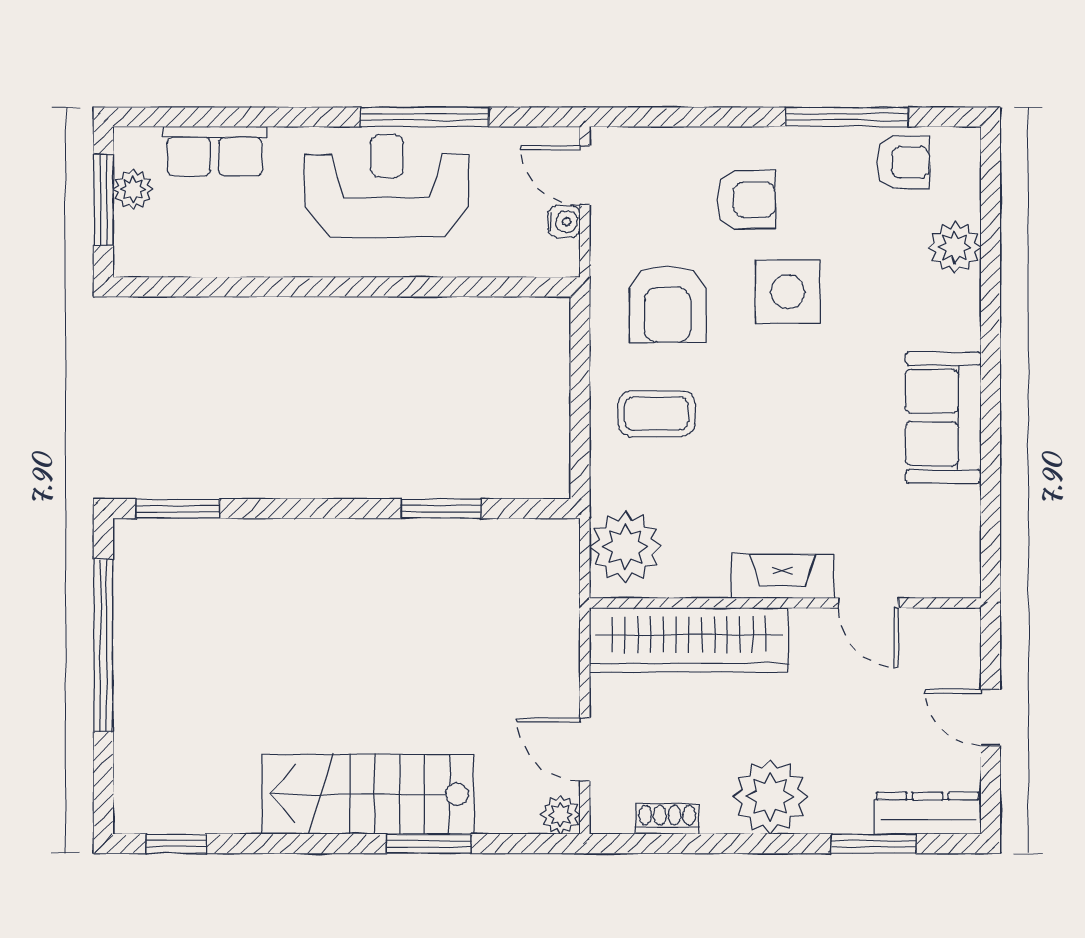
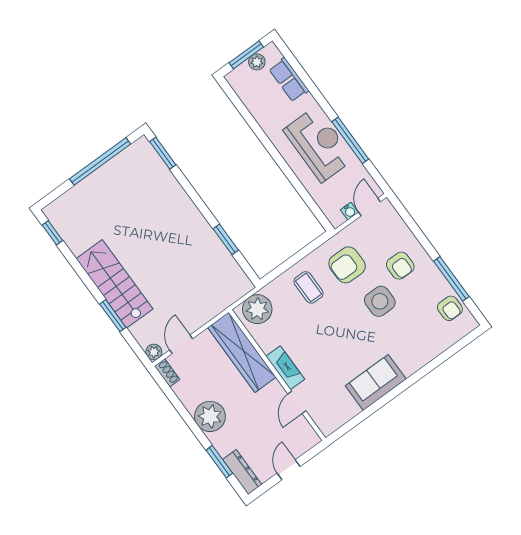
plant: (955, 247) -> (434, 346), removed
shoe rack: (667, 819) -> (167, 373), moved

